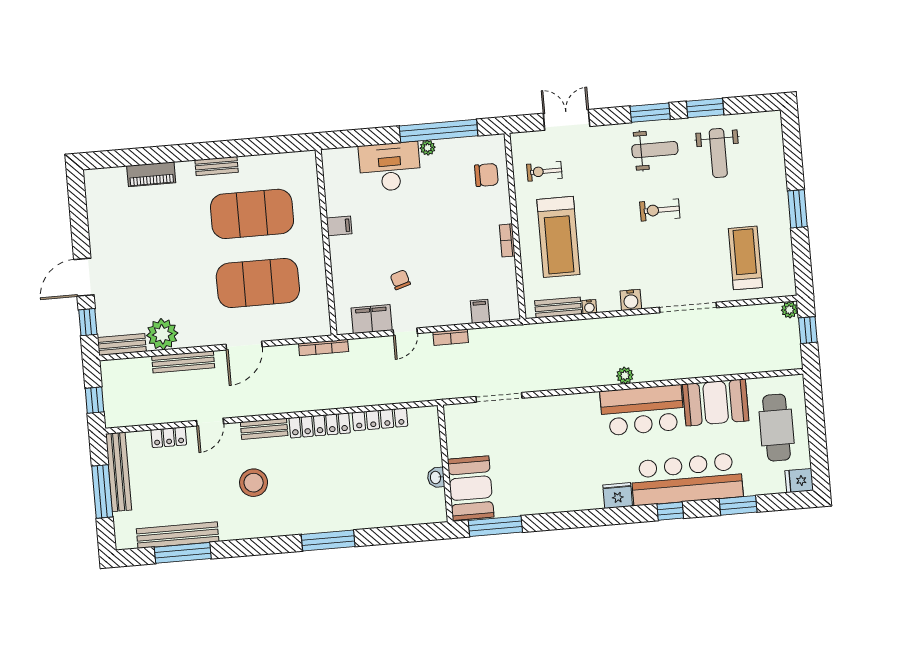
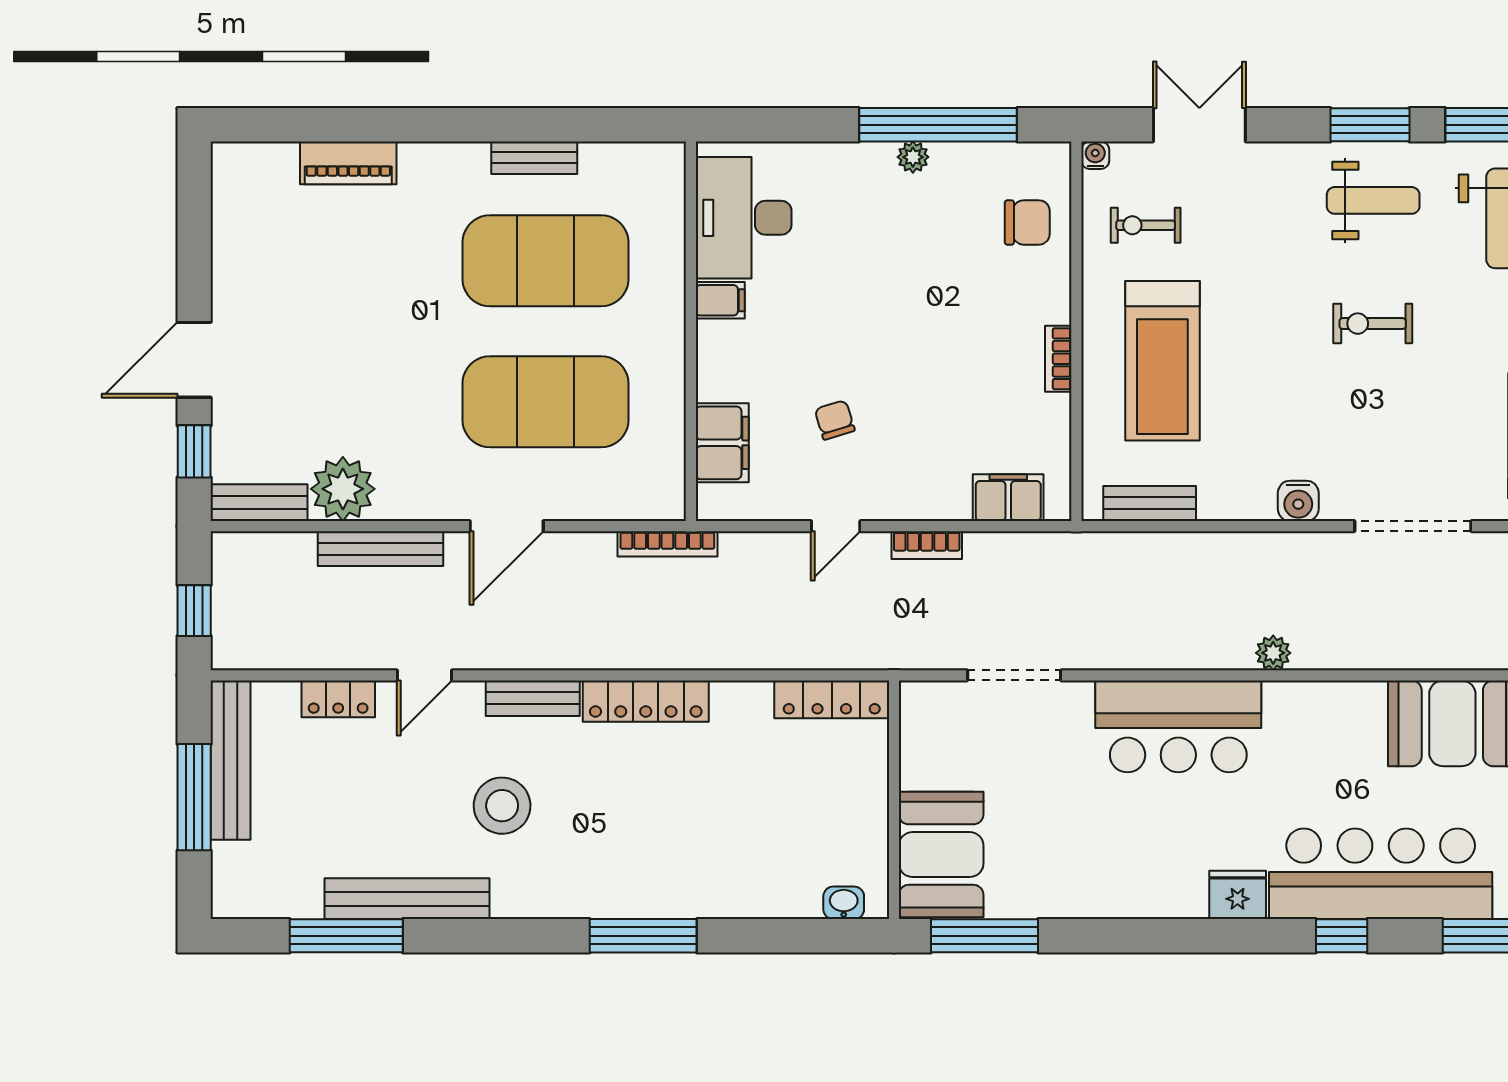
bench: (217, 166) -> (534, 158), moved
desk: (390, 167) -> (744, 218), moved, turned -90
water cooler: (589, 307) -> (1095, 155), moved, turned 180
filing cabinet: (480, 311) -> (1008, 498), width x2.00
filing cabinet: (372, 319) -> (722, 443), moved, turned 90
bar counter: (642, 410) -> (1178, 726), moved
locker: (380, 419) -> (832, 699), moved
washbasin: (436, 477) -> (844, 903), moved, turned 90
bench: (178, 535) -> (407, 899), moved

